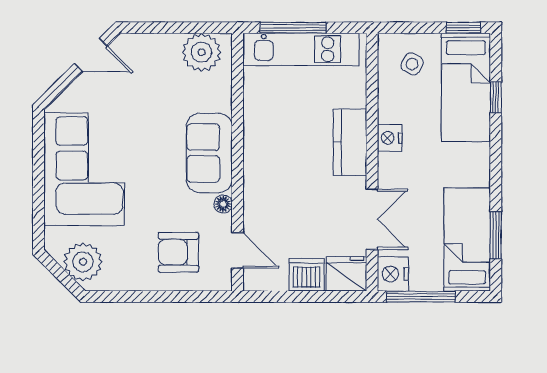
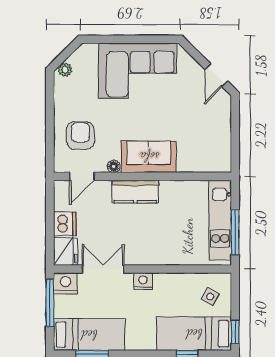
window: (293, 28) -> (235, 232), moved
plant: (202, 52) -> (218, 152), removed
nightstand: (390, 138) -> (143, 281), moved
kitchen counter: (350, 142) -> (135, 192), moved, turned 180
double door: (372, 219) -> (103, 269), swing flipped
plant: (83, 262) -> (65, 70), width x0.53, depth x0.53

